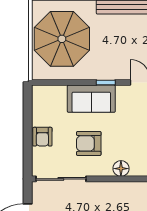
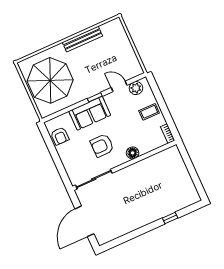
armchair: (42, 137) -> (60, 136), moved

